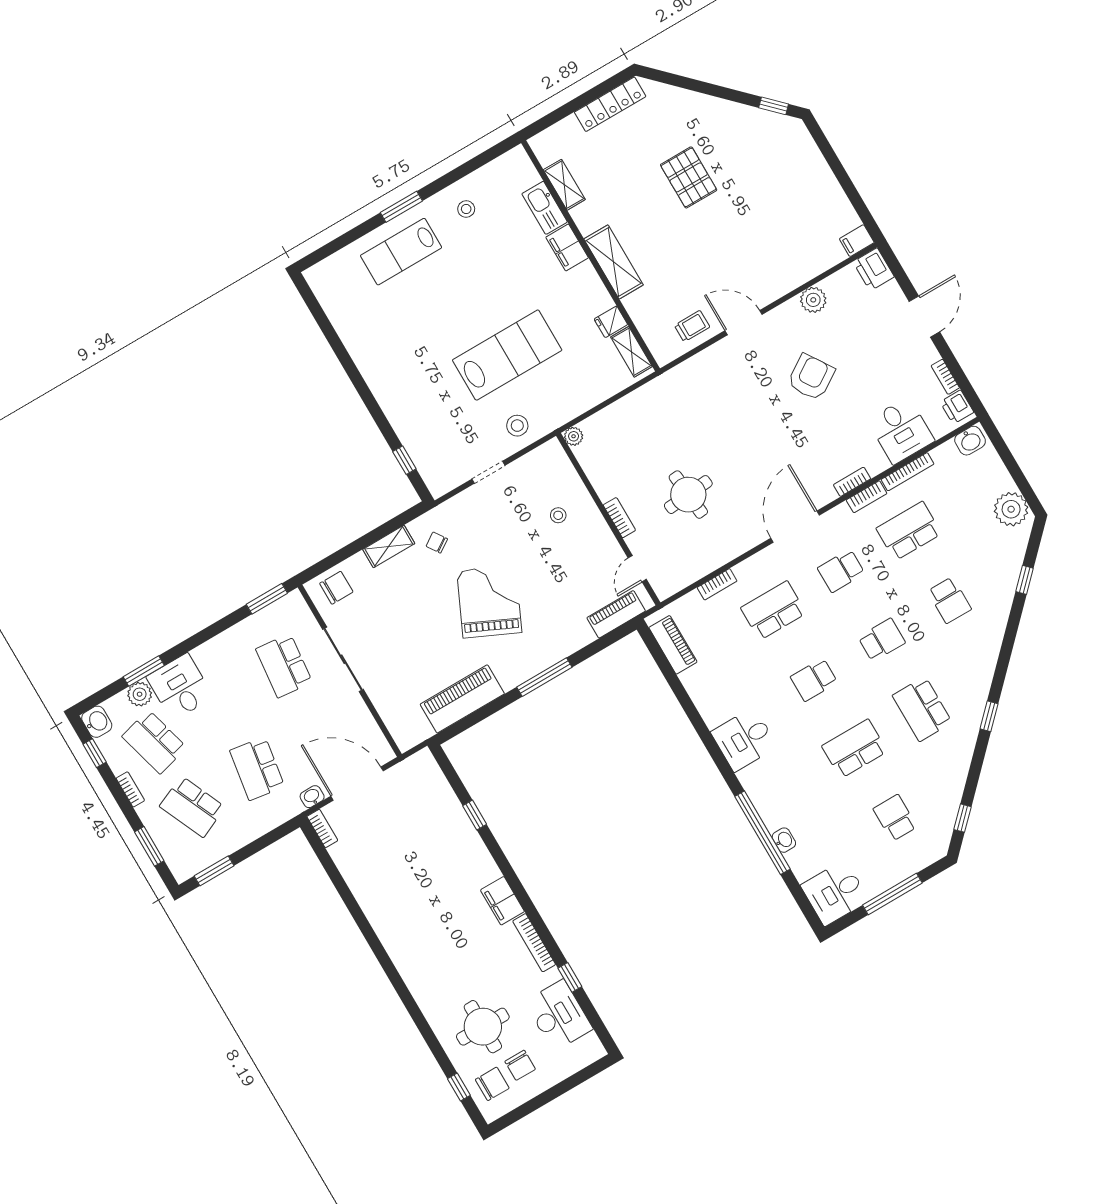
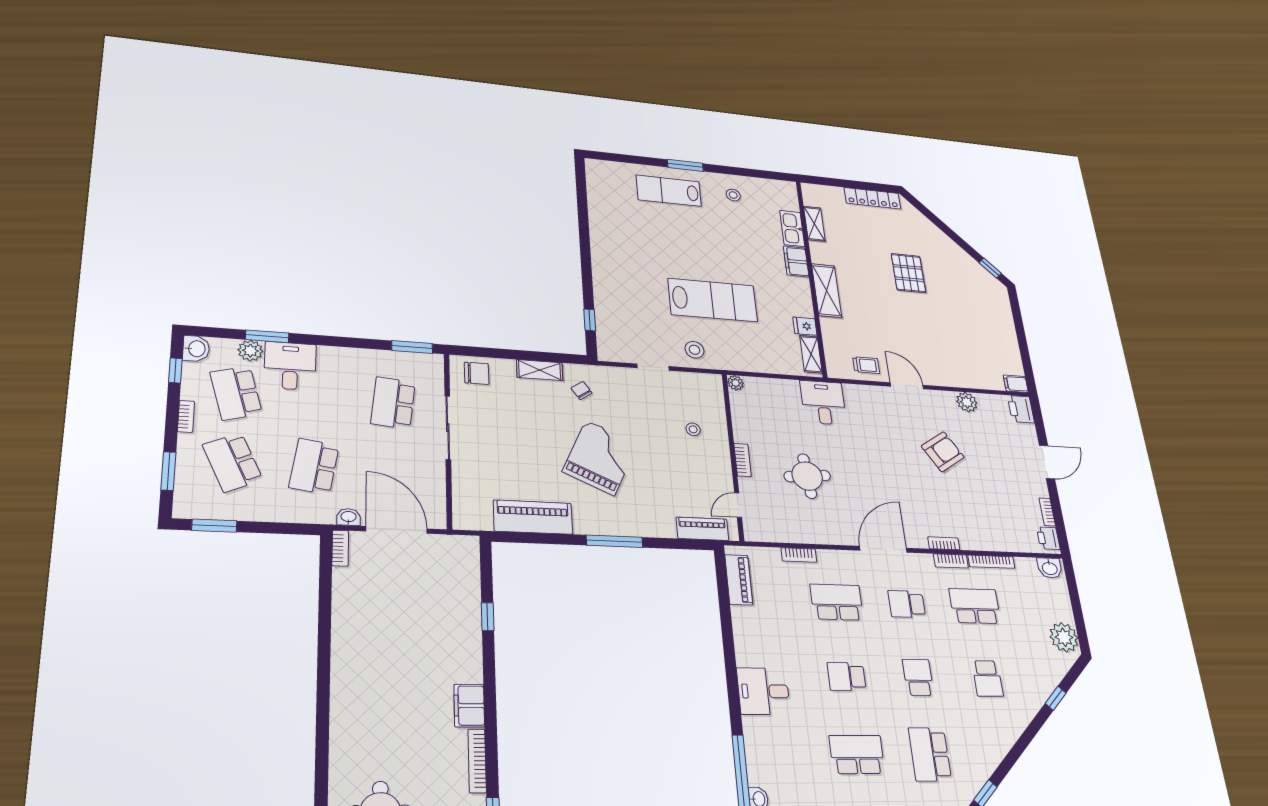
desk: (901, 431) -> (823, 403), moved, turned 180
school desk: (882, 640) -> (918, 678), turned -90

